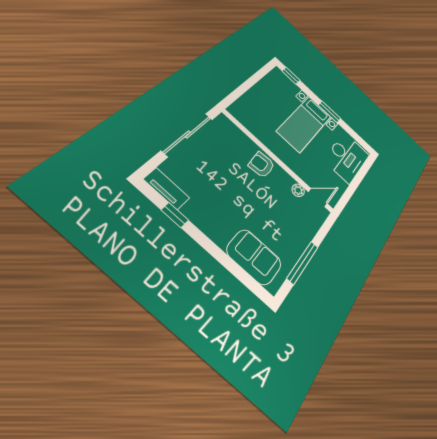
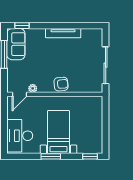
tv unit: (167, 189) -> (63, 33), moved, width x1.41
window: (175, 215) -> (22, 26), moved
sofa: (254, 257) -> (16, 44), moved, turned -90

